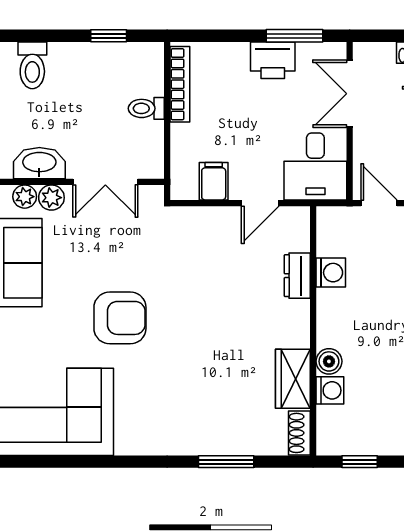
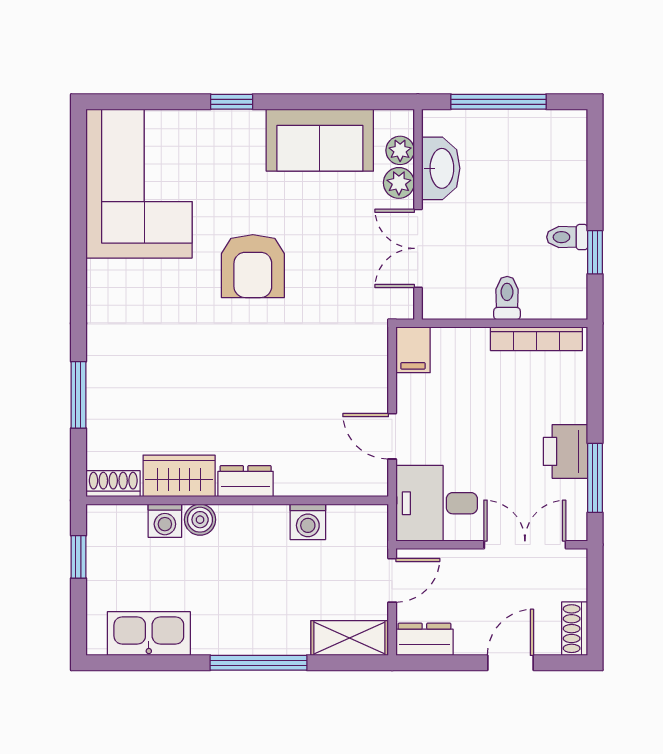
toilet: (32, 65) -> (567, 237), moved, width x0.73, depth x0.72
filing cabinet: (214, 181) -> (413, 350), moved, turned 90
dresser: (297, 276) -> (246, 481), moved

